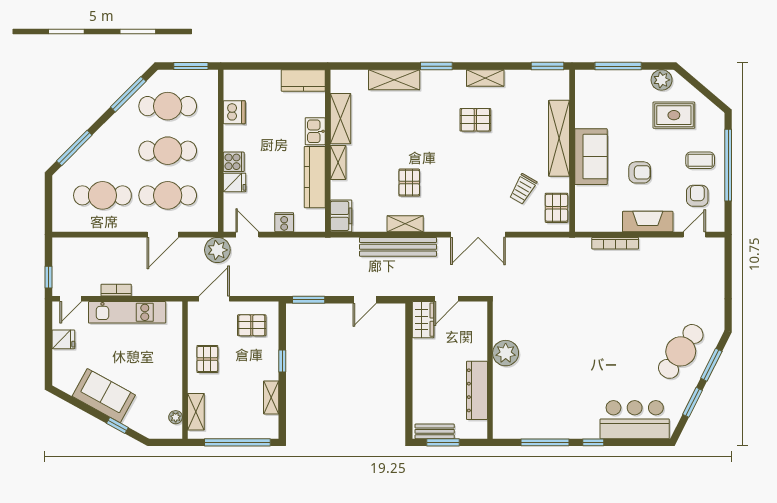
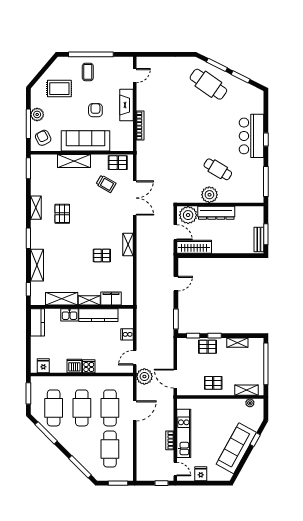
window: (356, 66) -> (28, 289), added
plant: (662, 80) -> (37, 114), moved
dishwasher: (234, 112) -> (74, 366), moved
rug: (674, 115) -> (59, 89), turned 90
shelving: (559, 138) -> (74, 161), width x0.68
sofa: (591, 157) -> (85, 141), width x1.36
fridge: (235, 182) -> (43, 366), moved
armchair: (697, 196) -> (43, 138), moved, turned 63
window: (49, 208) -> (118, 483), added
filing cabinet: (341, 216) -> (111, 299), moved
shelving: (405, 224) -> (128, 245), moved
door: (163, 235) -> (135, 411), hinge flipped
double door: (478, 235) -> (135, 198), moved
door: (694, 235) -> (135, 76), swing flipped
bench: (398, 247) -> (142, 263), removed
door: (365, 300) -> (176, 284), hinge flipped
plant: (473, 319) -> (188, 215), added
wardrobe: (423, 320) -> (194, 247), width x1.50
pallet: (252, 325) -> (208, 347), moved, turned 90
window: (282, 327) -> (193, 336), added
cafe table: (546, 366) -> (218, 169), added
dresser: (477, 390) -> (216, 213), moved
sofa: (104, 396) -> (236, 448), width x1.36
bar counter: (635, 420) -> (251, 136), moved
window: (545, 442) -> (266, 181), moved

